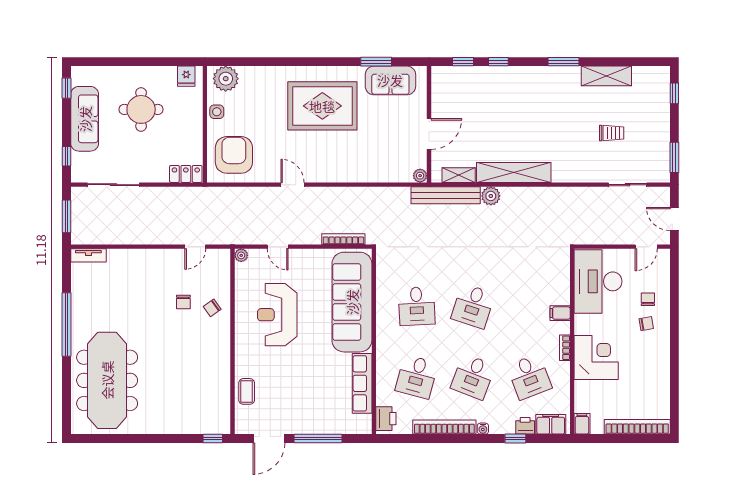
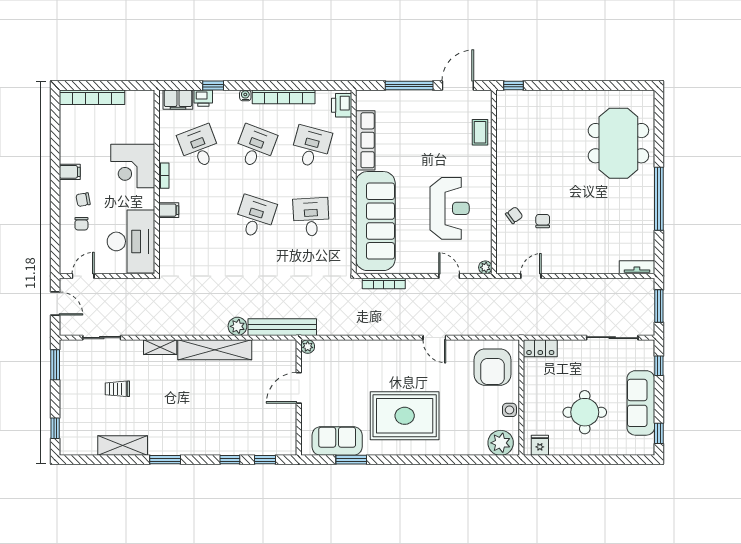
shelving: (459, 175) -> (160, 347), moved
meeting table: (107, 380) -> (618, 143), width x0.73
filing cabinet: (582, 424) -> (70, 172), moved, turned -90

